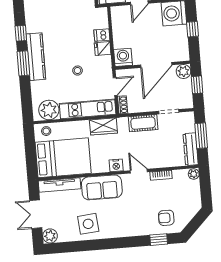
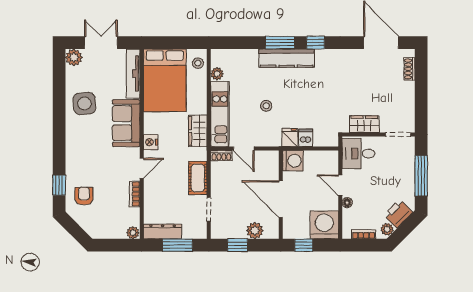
washing machine: (123, 57) -> (293, 161), moved
wall: (153, 65) -> (281, 195), moved
door: (156, 65) -> (281, 199), moved
plant: (49, 110) -> (217, 74), width x0.53, depth x0.53

